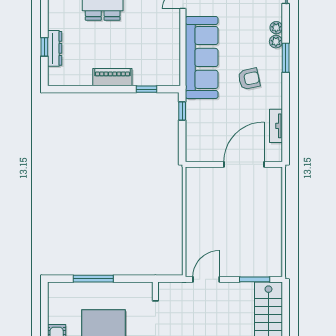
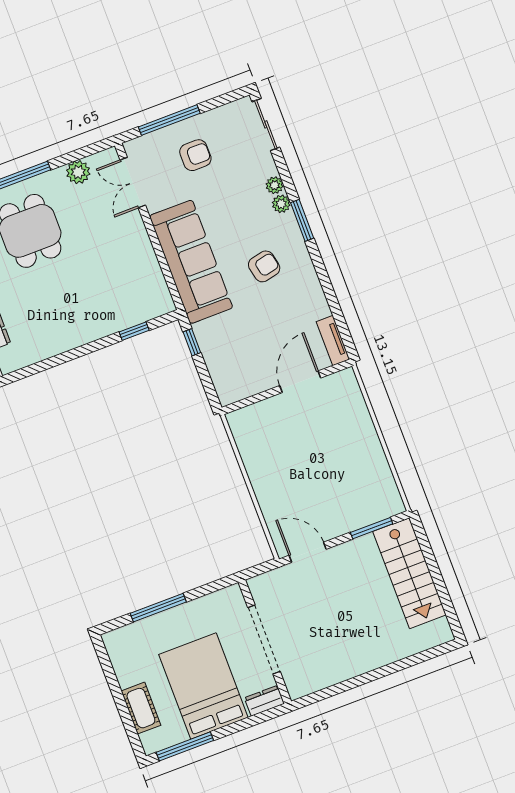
piano: (112, 77) -> (83, 332), removed
tv unit: (276, 126) -> (333, 341), moved
door: (244, 164) -> (300, 382), width x0.73
door: (206, 279) -> (308, 552), hinge flipped

